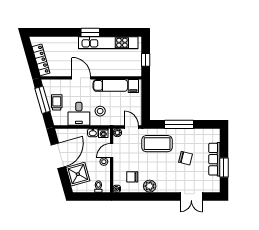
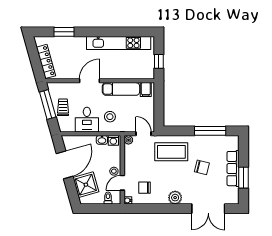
window: (90, 32) -> (64, 32), moved
door: (81, 78) -> (89, 81), hinge flipped
window: (179, 124) -> (210, 131), moved
door: (112, 151) -> (122, 183), moved
plant: (150, 186) -> (175, 198), moved
double door: (191, 196) -> (208, 209), width x1.37

